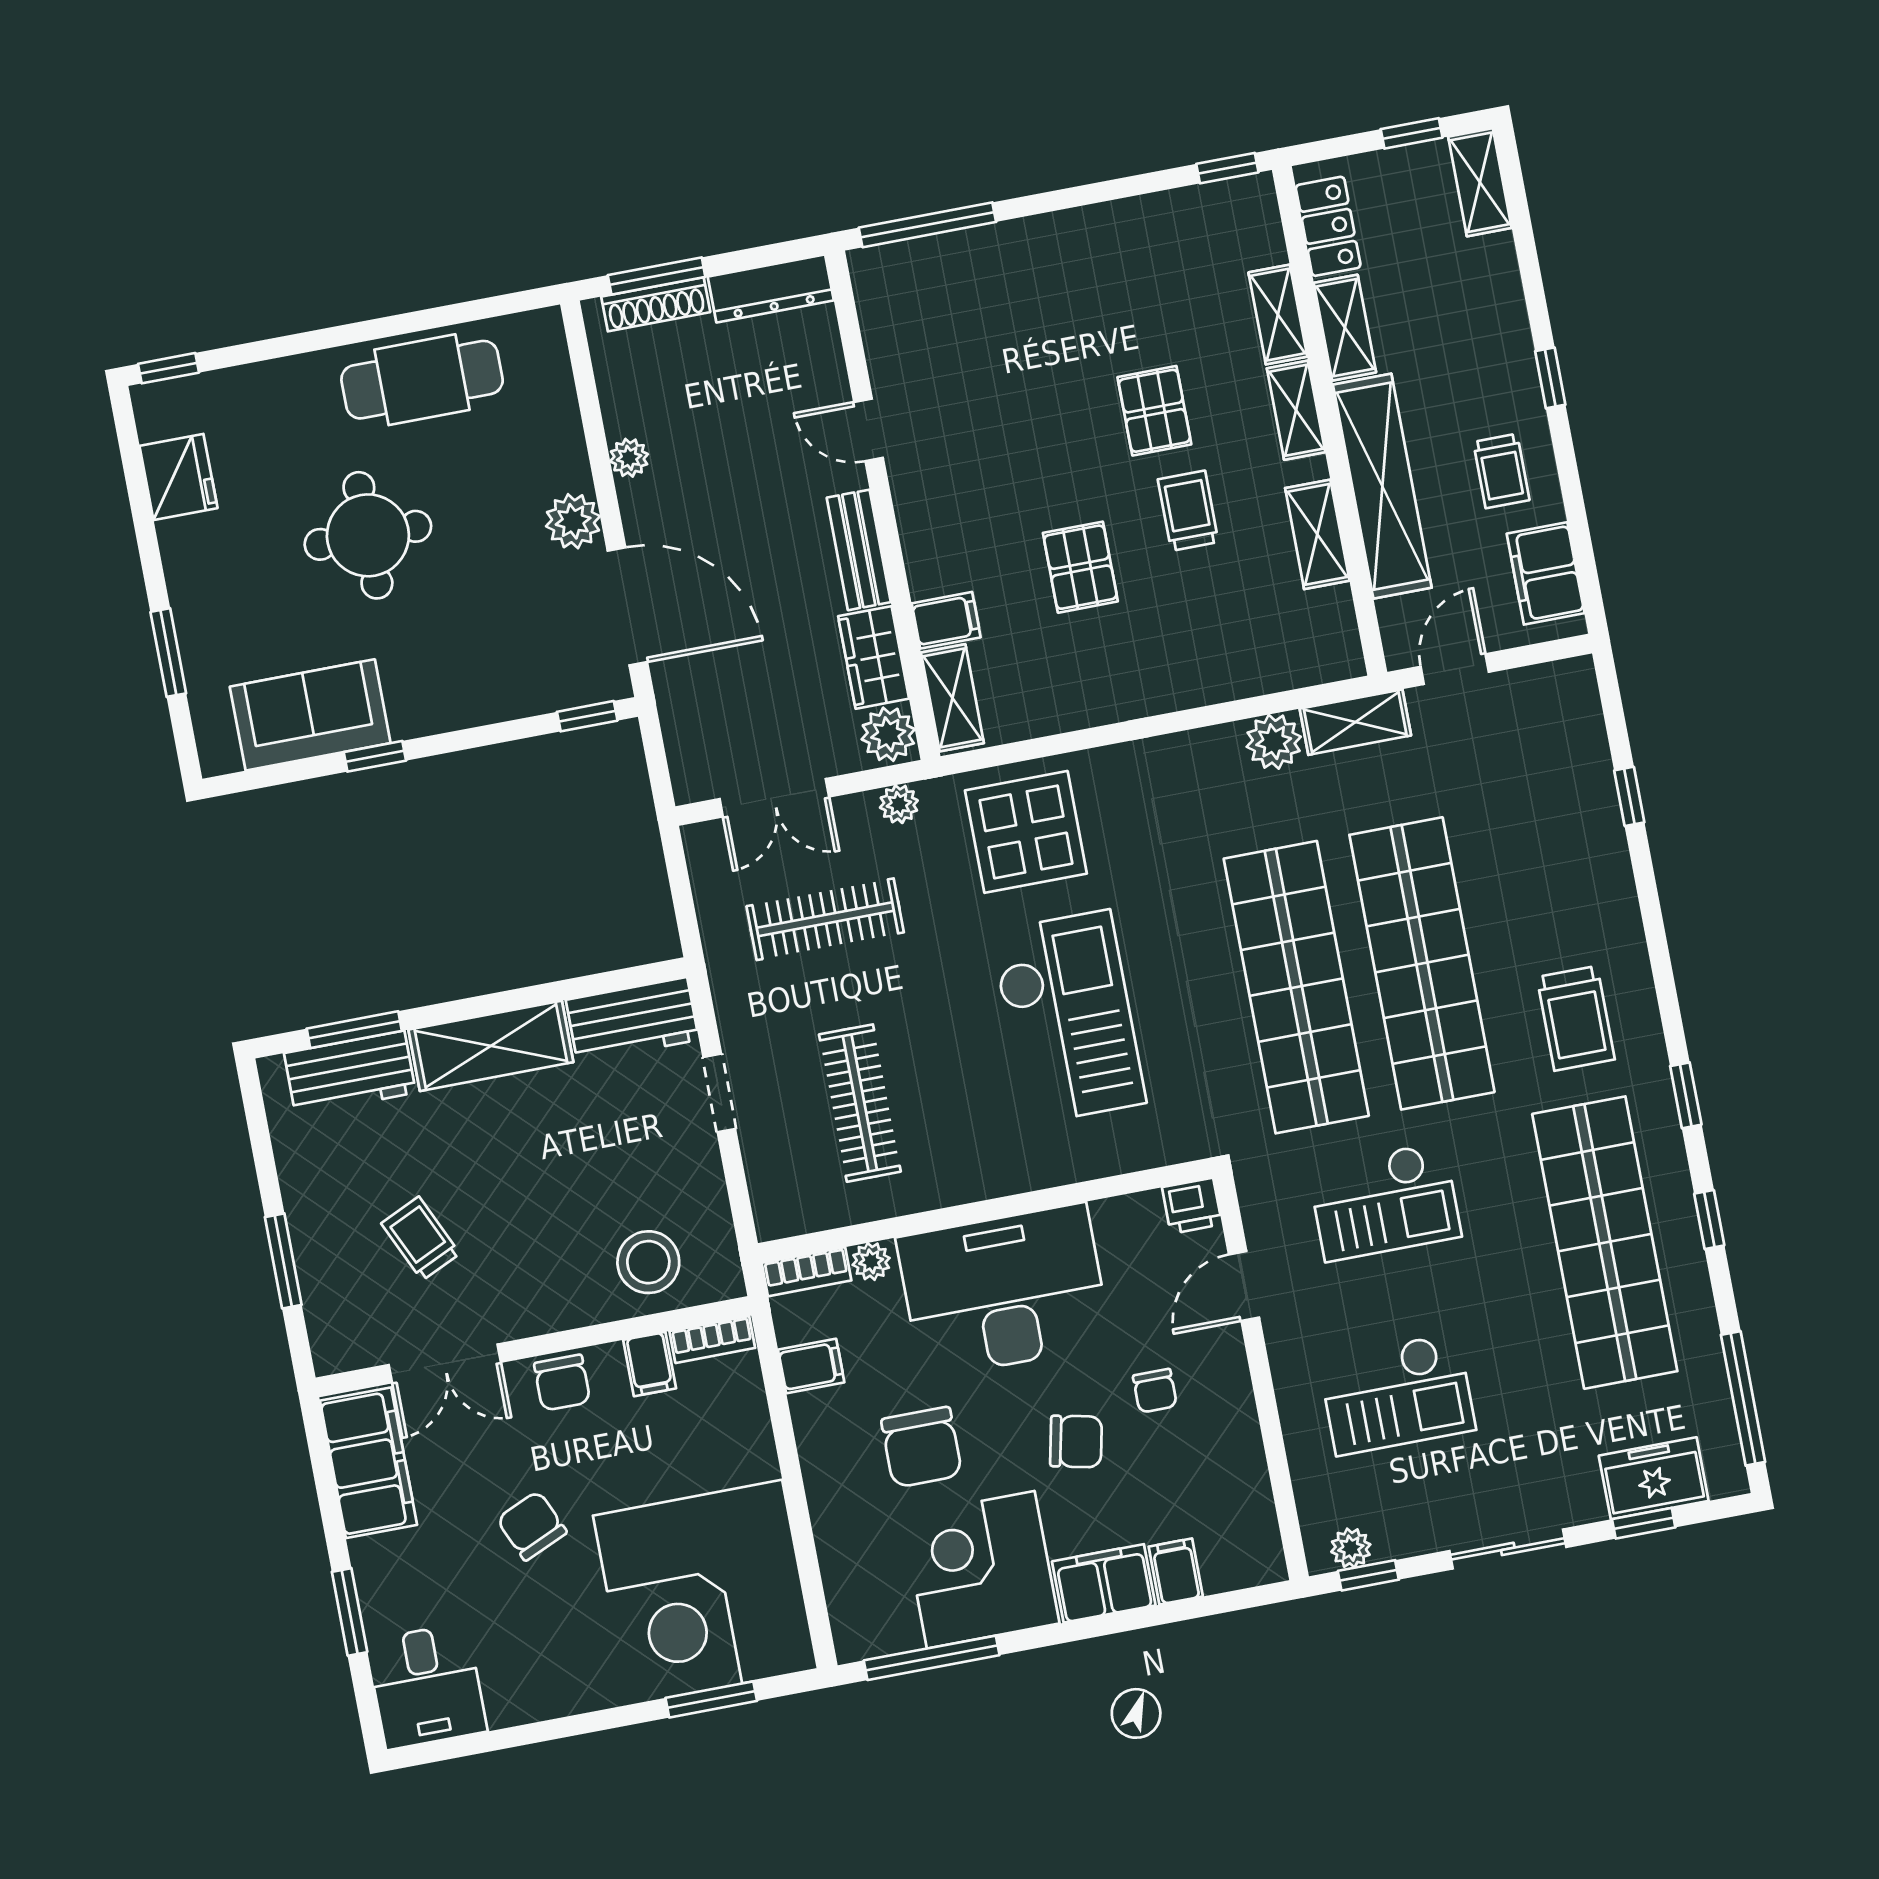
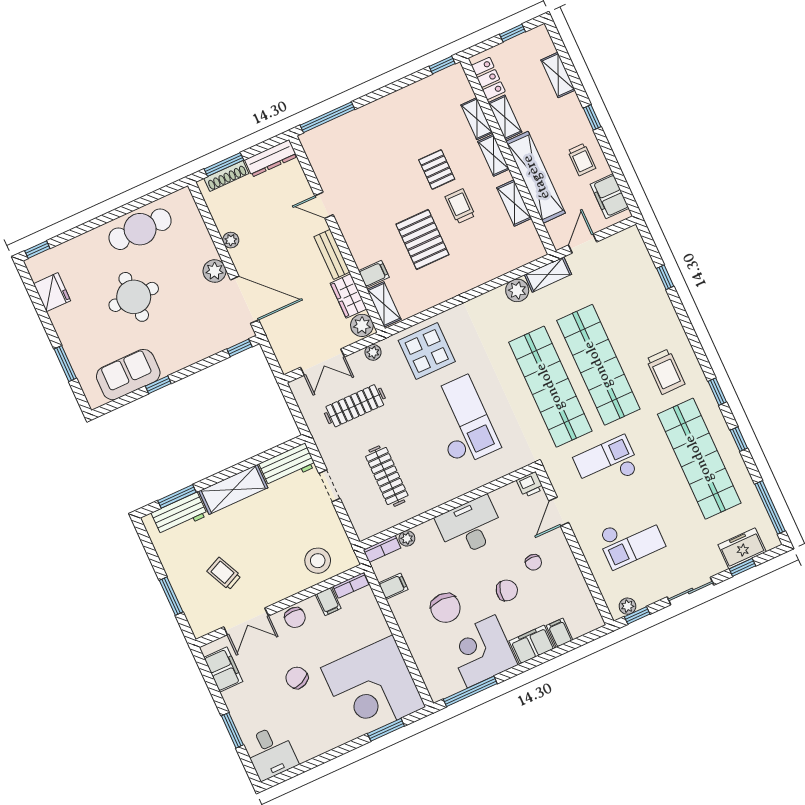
shelving: (1480, 182) -> (558, 75), moved
pallet: (1080, 567) -> (422, 239), width x1.50, depth x1.42
checkout: (1384, 1202) -> (607, 464), turned 180
desk: (1004, 1291) -> (470, 527), width x0.73, depth x0.77
filing cabinet: (369, 1463) -> (223, 670), width x0.67, depth x0.86

